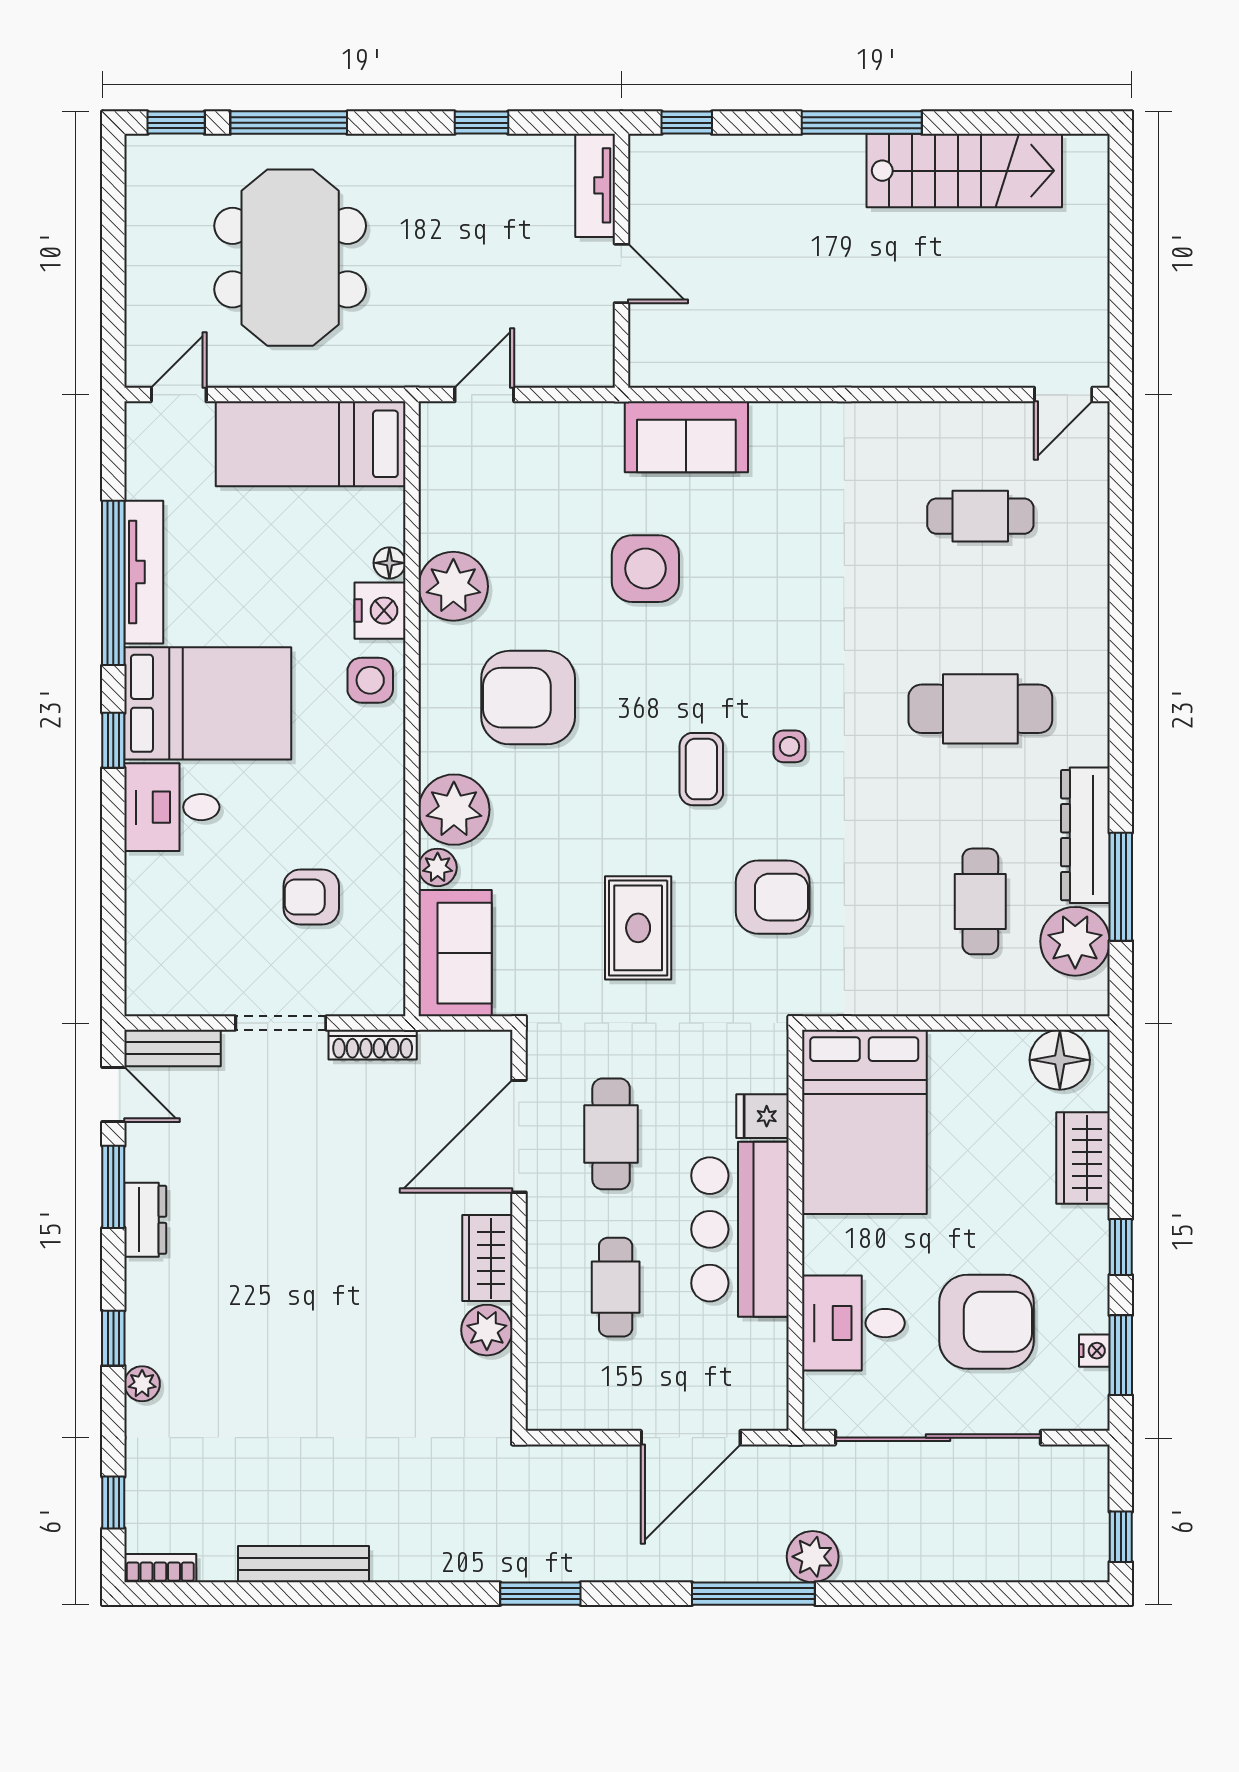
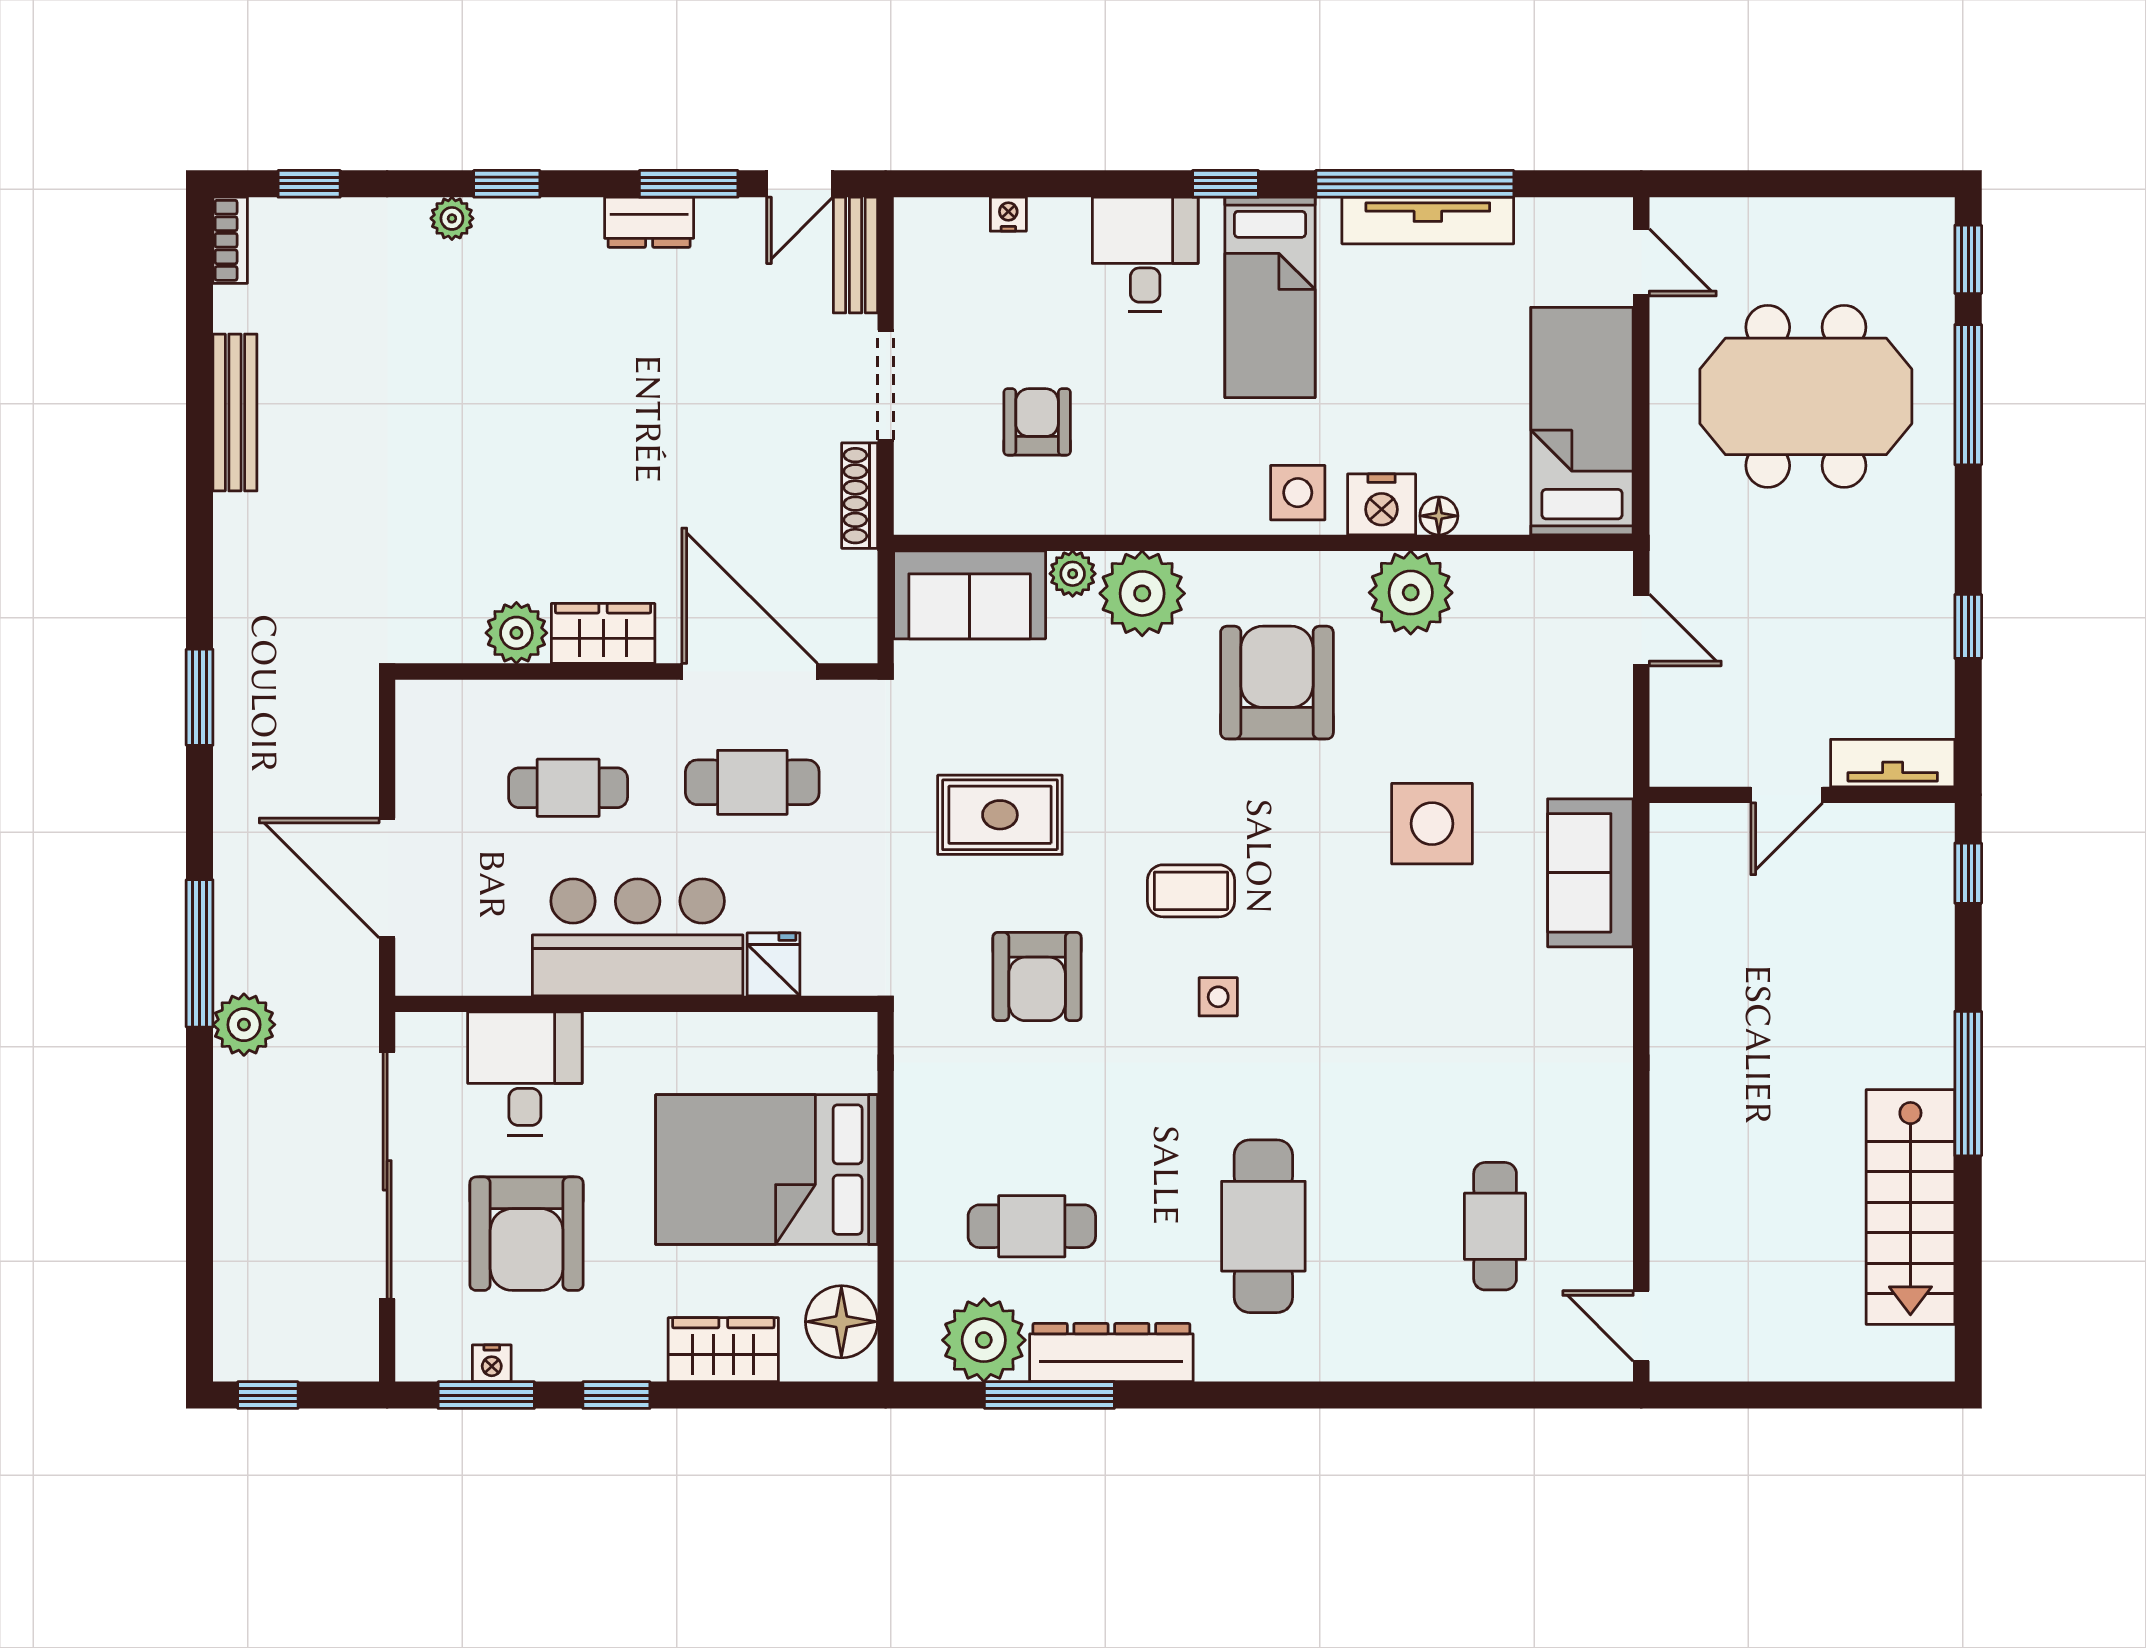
bed: (208, 703) -> (1270, 297), width x0.67
nightstand: (139, 921) -> (1008, 214), added
bed: (864, 1122) -> (767, 1170), moved

